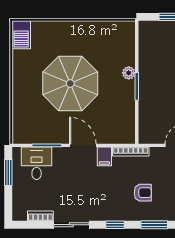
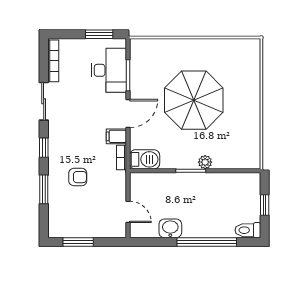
barbecue: (21, 35) -> (145, 159), moved, turned 180
bookcase: (131, 152) -> (121, 157), width x0.64
desk: (37, 163) -> (109, 70), width x1.37
armchair: (143, 193) -> (78, 177), turned -90
bookcase: (40, 216) -> (53, 61), width x1.56

